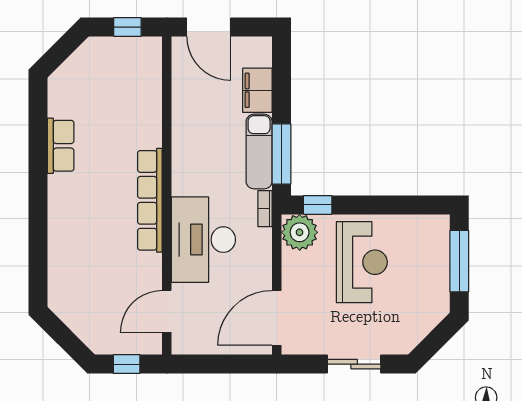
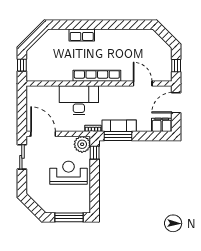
filing cabinet: (257, 90) -> (162, 125), moved
row of seats: (61, 146) -> (82, 35), moved
reception desk: (362, 262) -> (69, 173), turned 180
door: (167, 311) -> (143, 84), moved
sliding door: (354, 364) -> (22, 157), moved

